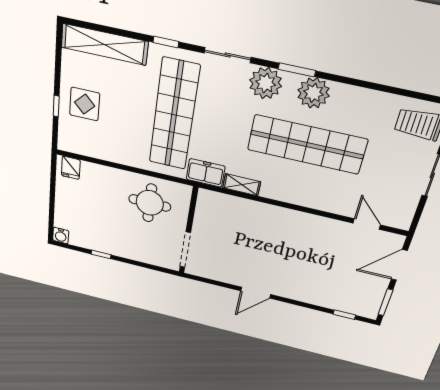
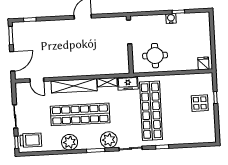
shelving: (104, 44) -> (74, 86), moved
plant: (314, 93) -> (70, 142), moved
water cooler: (61, 235) -> (171, 19), moved

